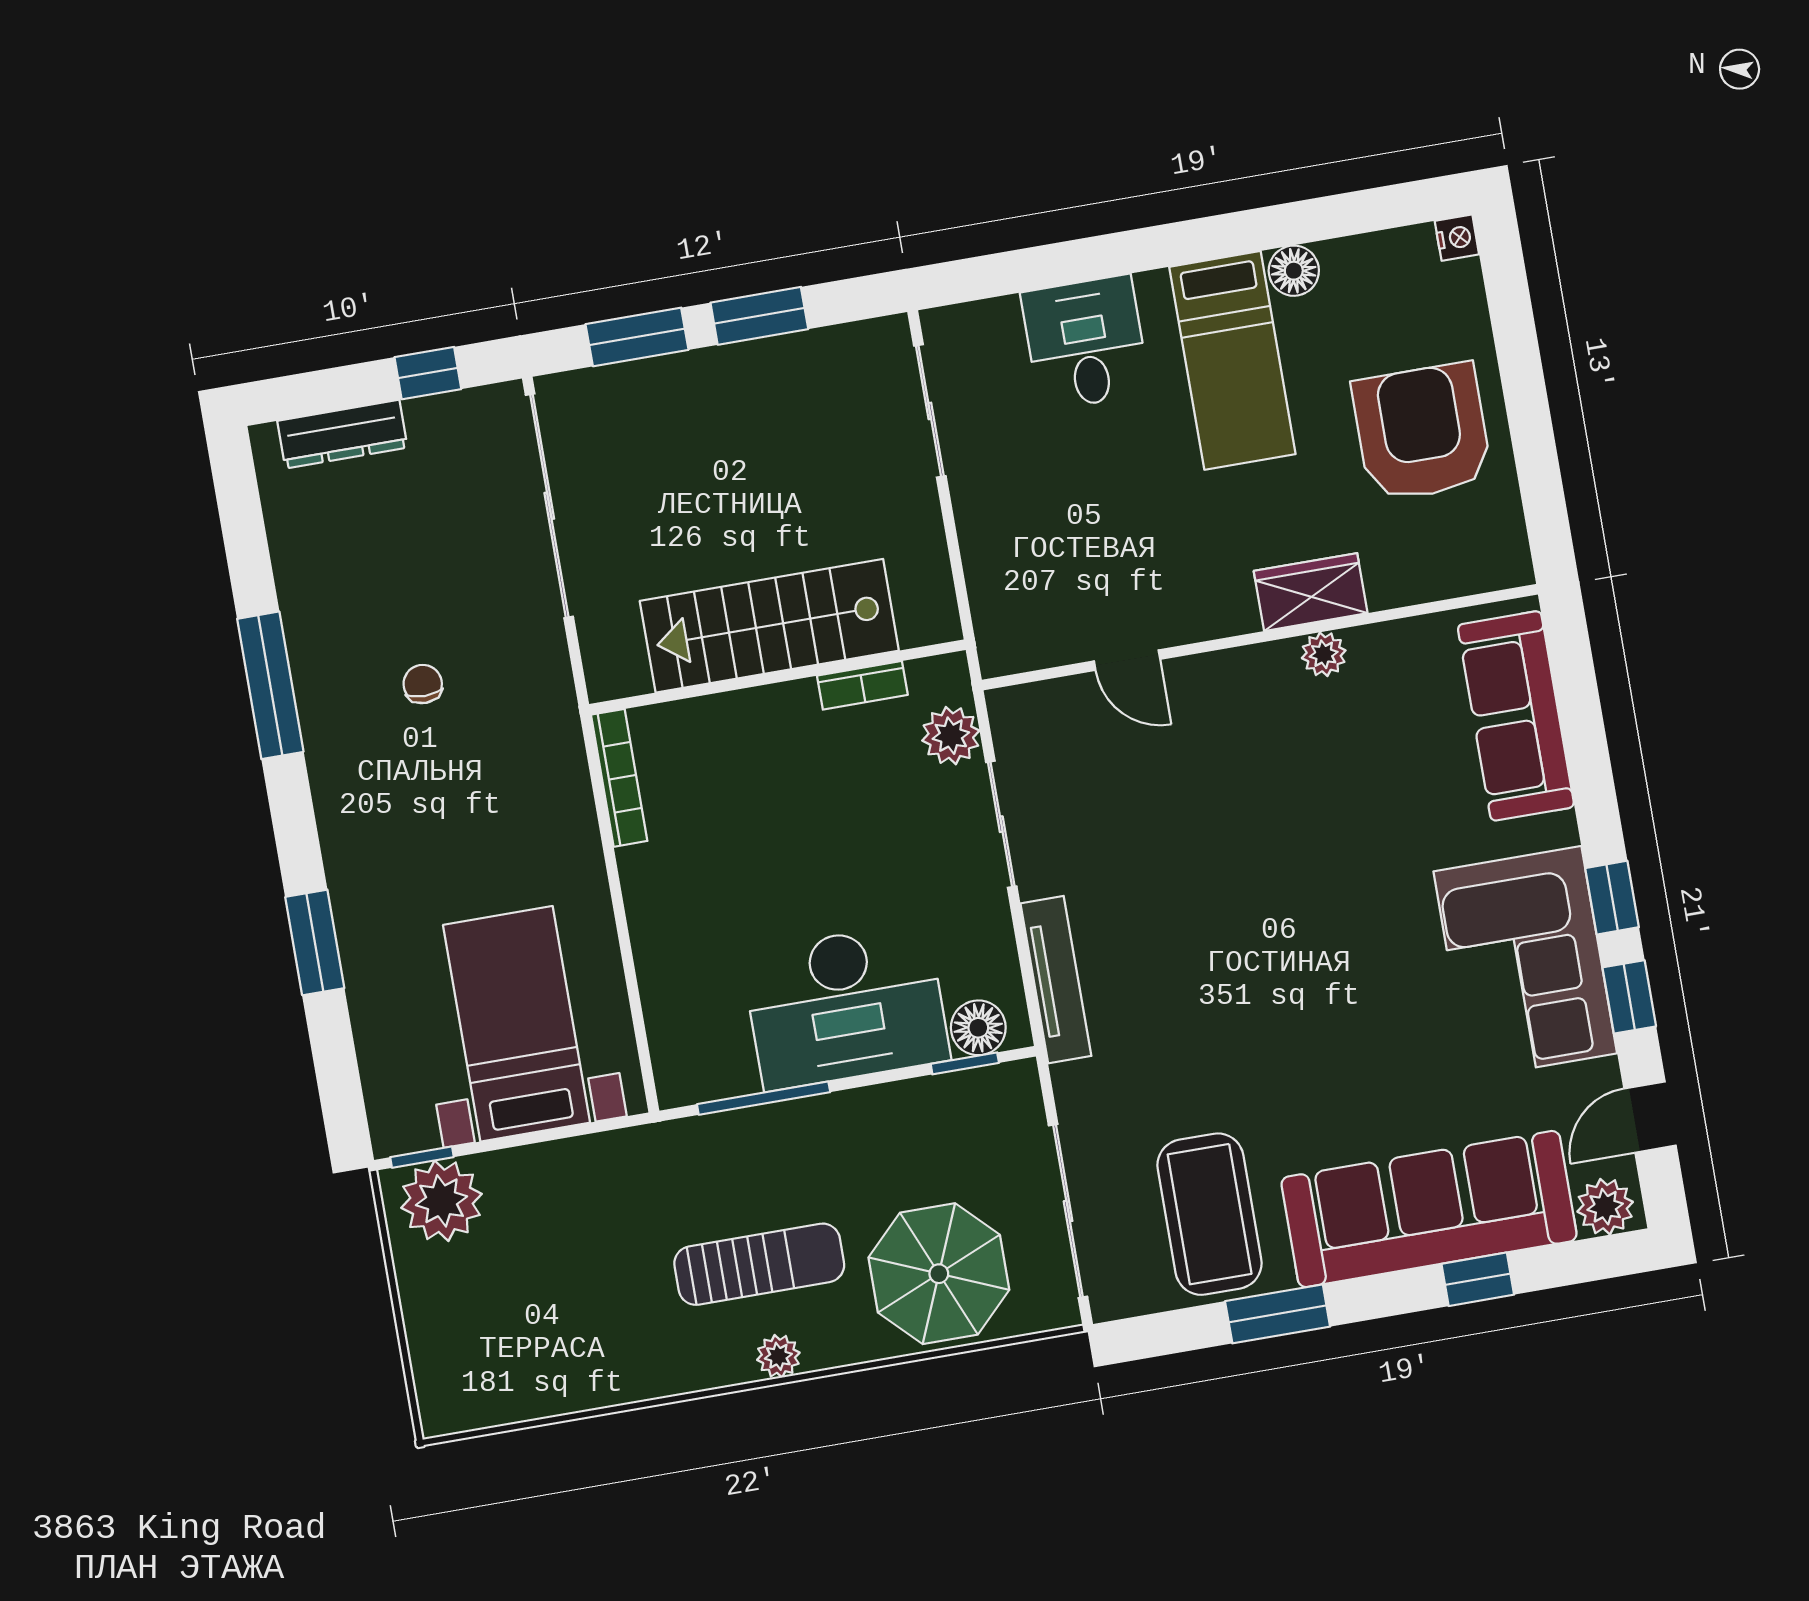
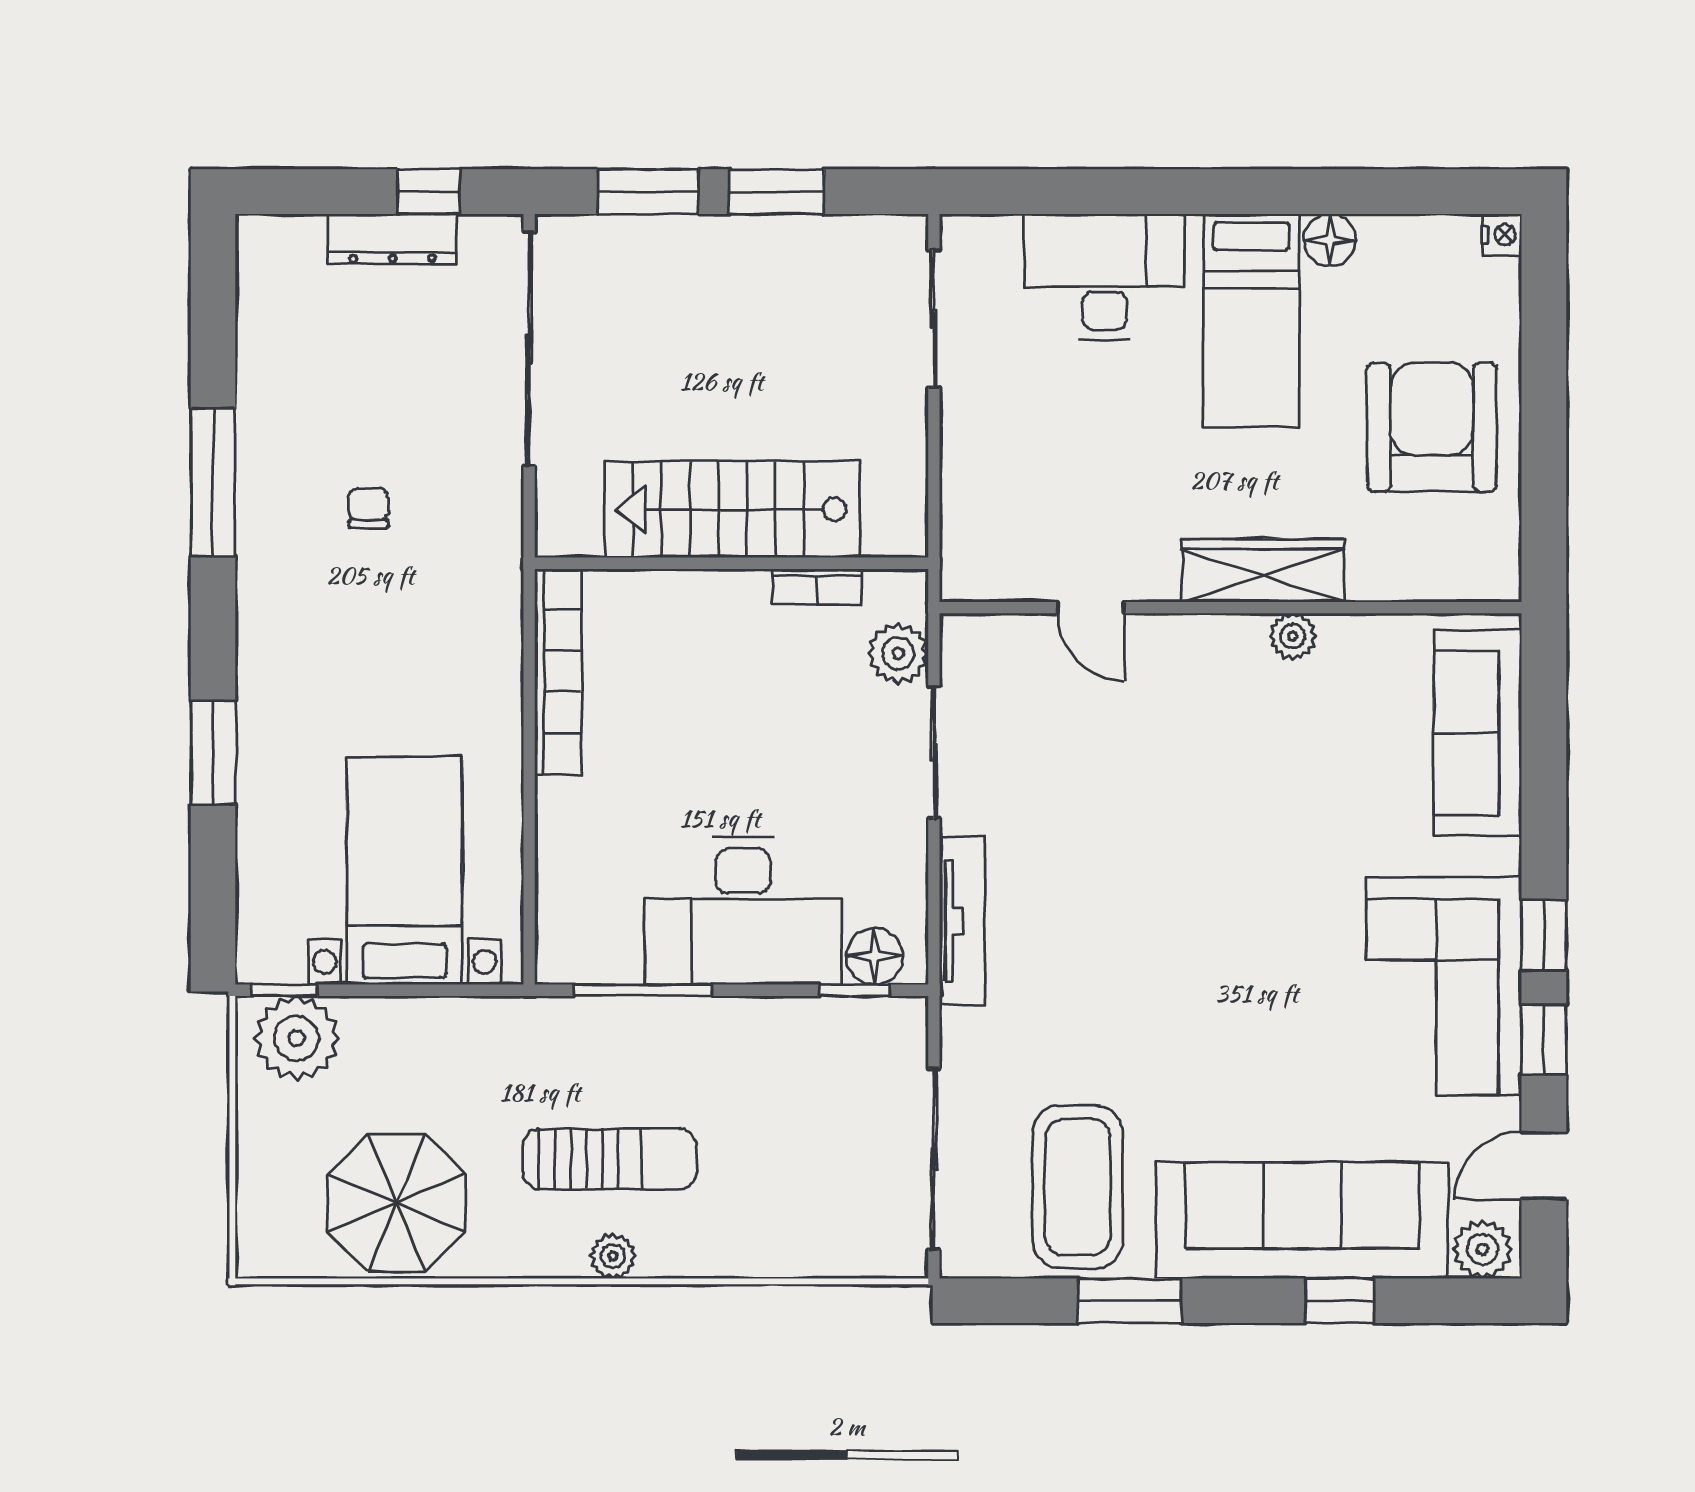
desk: (1085, 343) -> (1105, 277), width x1.37
dresser: (342, 434) -> (393, 239), moved
wardrobe: (1311, 592) -> (1263, 570), width x1.50
bookcase: (619, 778) -> (558, 671), width x1.48, depth x1.31
parasol: (939, 1274) -> (396, 1203), moved

